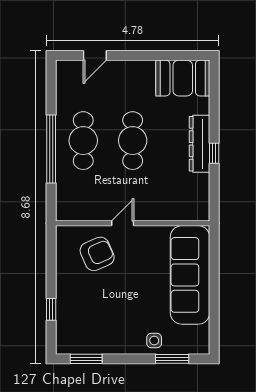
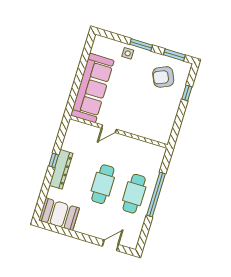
door: (123, 223) -> (109, 129), moved
armchair: (97, 254) -> (163, 77), moved
window: (172, 359) -> (141, 45), moved

